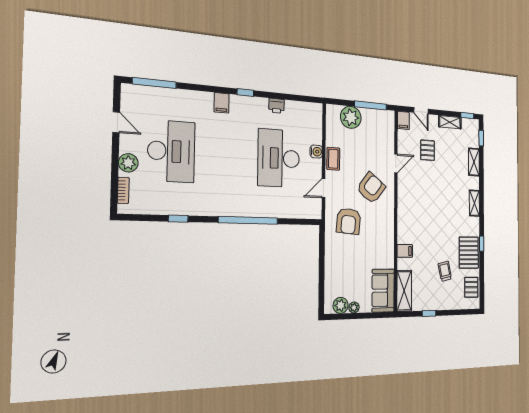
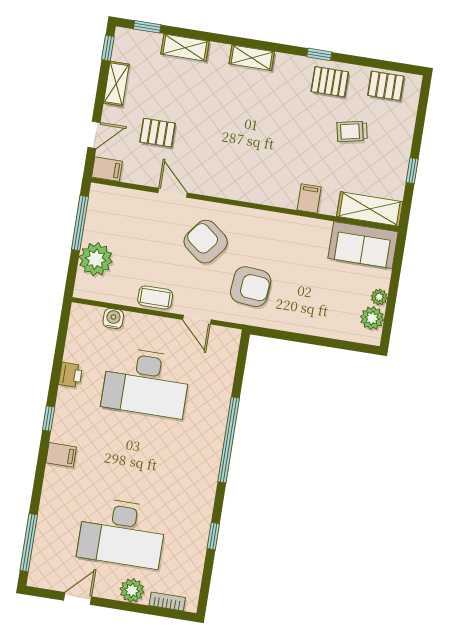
desk: (171, 151) -> (122, 533), turned 180
water cooler: (316, 152) -> (113, 319), moved
pallet: (469, 253) -> (330, 82), width x0.67, depth x0.71

